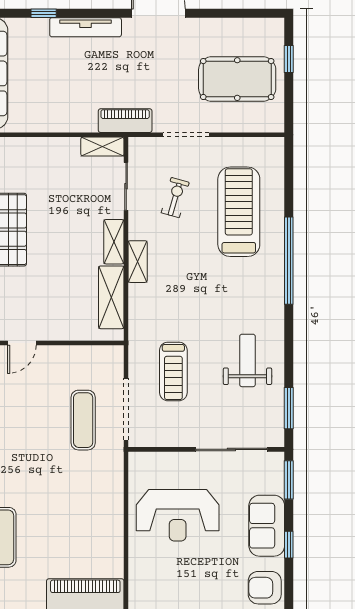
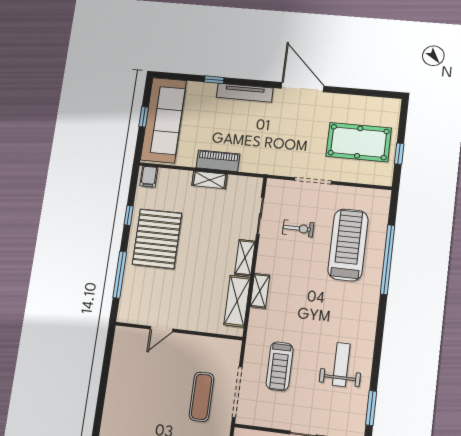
window: (289, 59) -> (399, 154), moved
piano: (125, 121) -> (218, 161), moved
shelving: (102, 147) -> (210, 180), moved
exercise bike: (175, 198) -> (298, 228), turned 74
window: (289, 261) -> (388, 260), moved
shelving: (138, 262) -> (260, 291), moved

